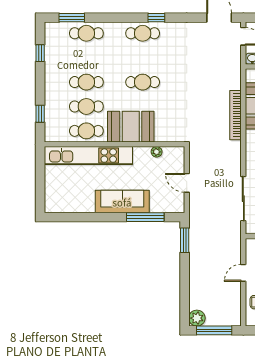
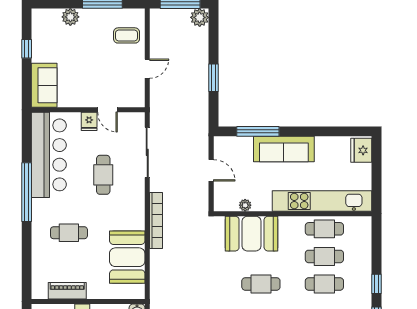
window: (40, 114) -> (377, 284), moved
bookcase: (236, 115) -> (156, 221), moved
booth: (131, 127) -> (252, 234), moved
fridge: (54, 200) -> (361, 150), added
window: (185, 240) -> (214, 78), moved

